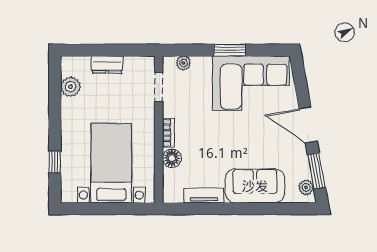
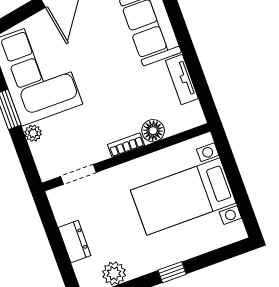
plant: (183, 63) -> (33, 133), moved
window: (55, 162) -> (172, 272), moved

